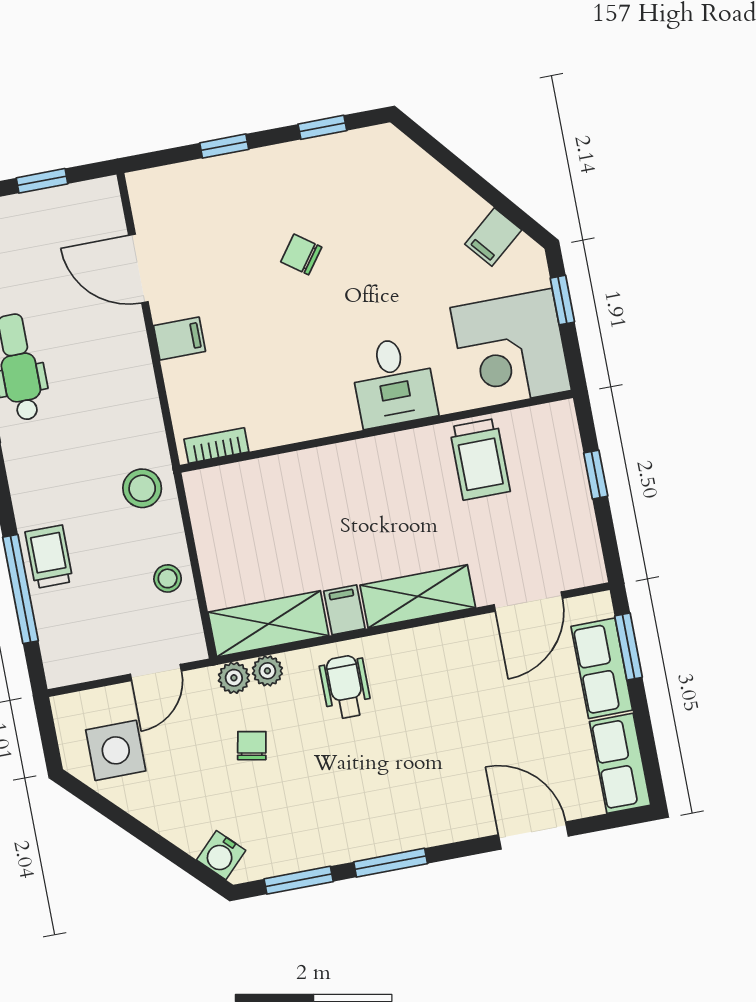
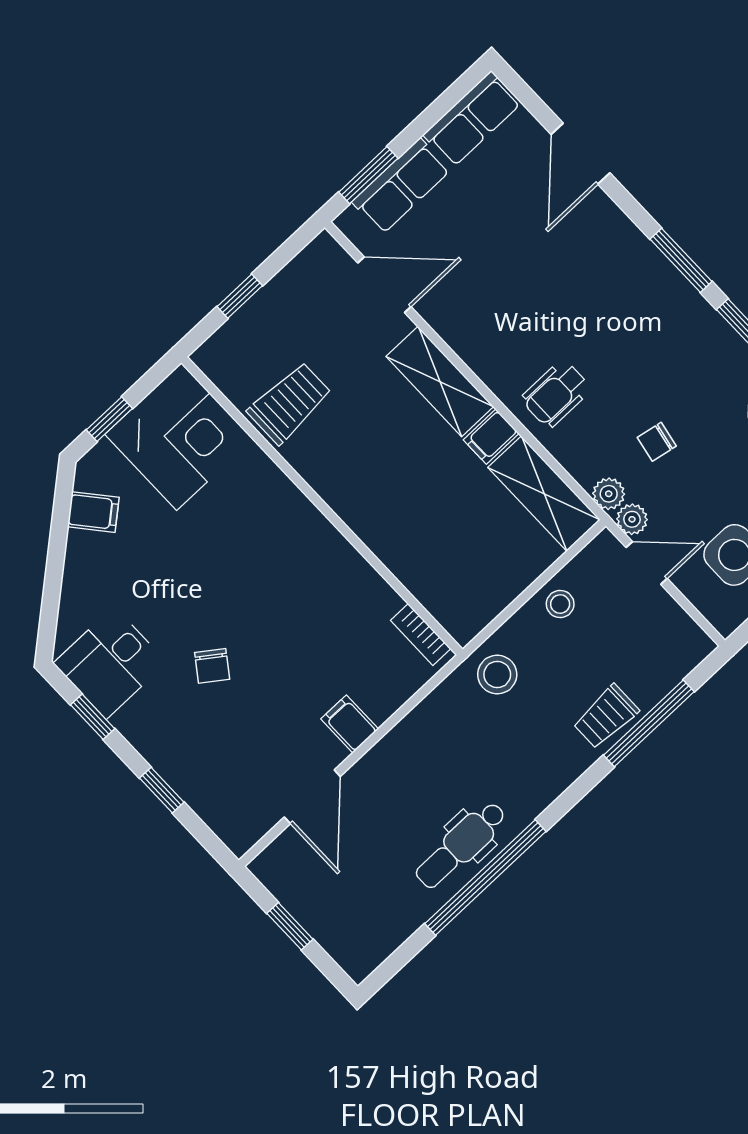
desk: (393, 382) -> (110, 663), moved, turned 180
plant: (267, 671) -> (632, 519), moved

